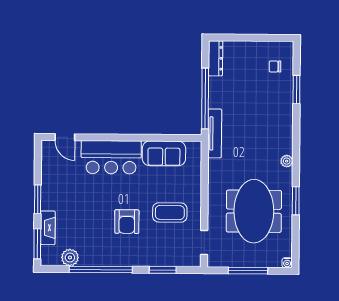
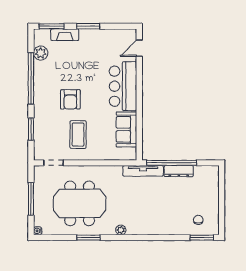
dresser: (215, 58) -> (179, 171), moved
window: (296, 90) -> (202, 238), moved
armchair: (127, 222) -> (70, 99), turned -90

